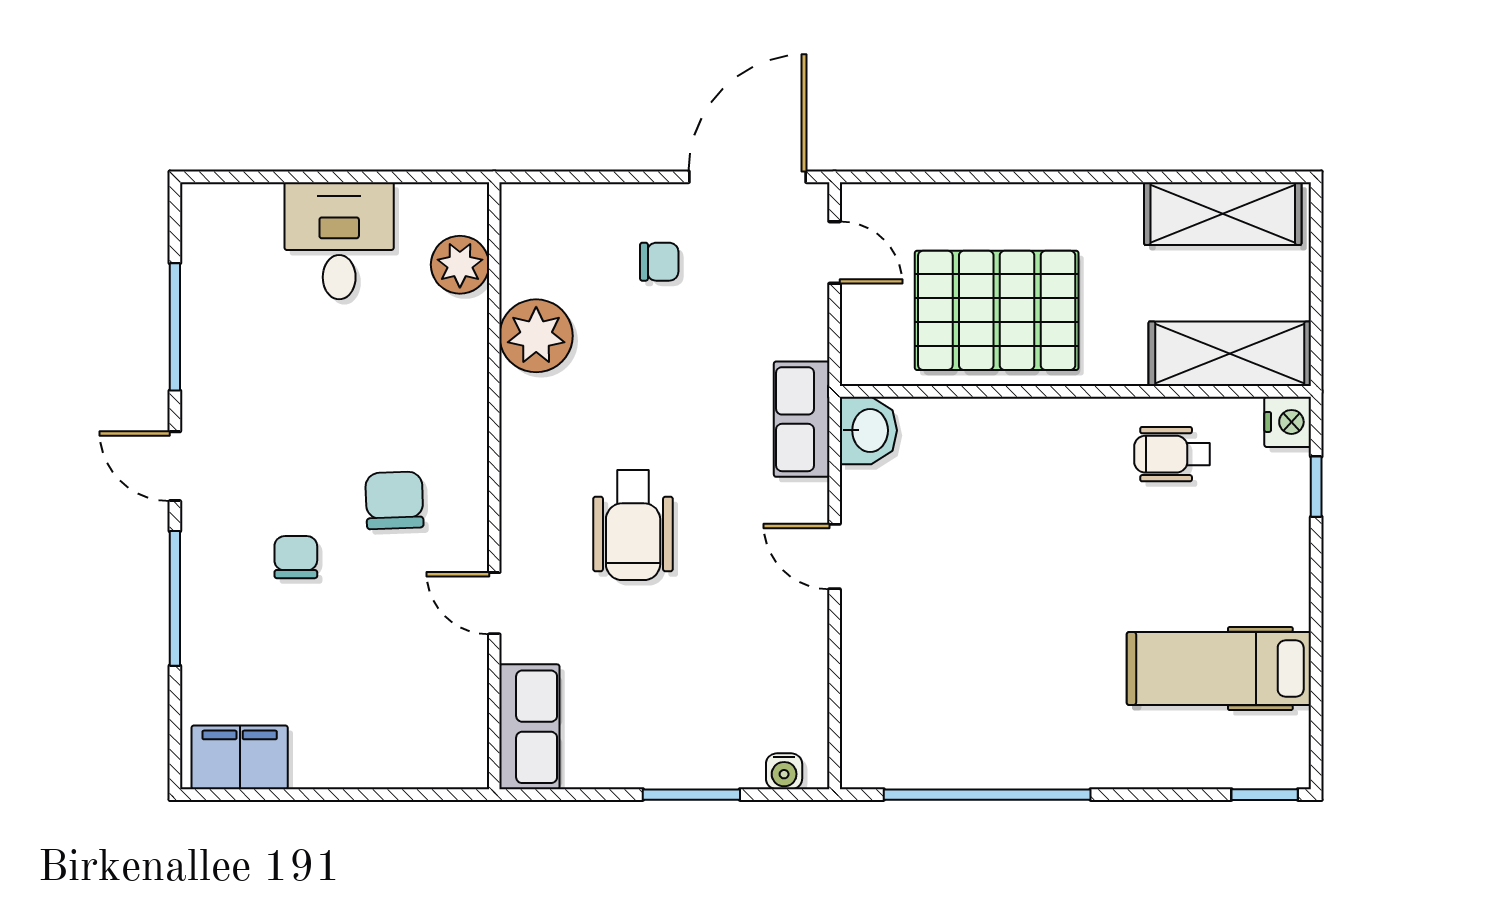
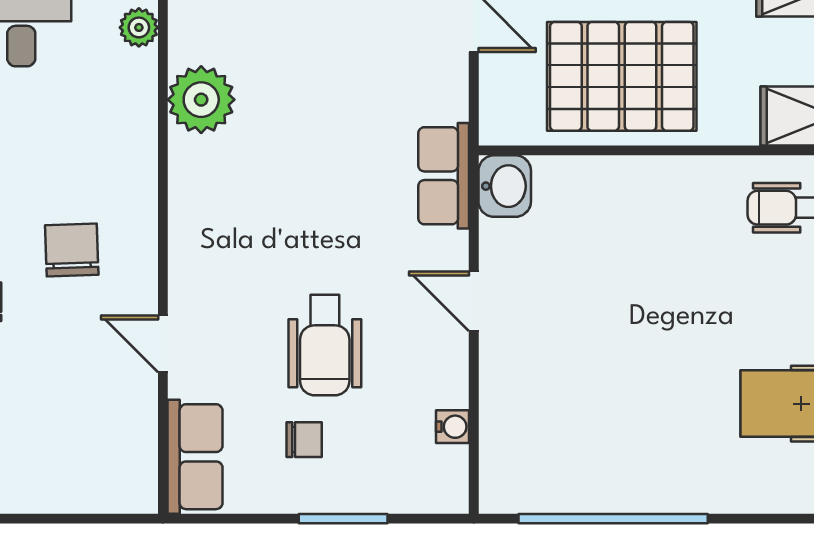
chair: (659, 262) -> (304, 440), moved
plant: (460, 265) -> (139, 27), width x0.73, depth x0.73
wheelchair: (633, 525) -> (325, 345), moved
water cooler: (784, 771) -> (452, 427), moved, turned -90

